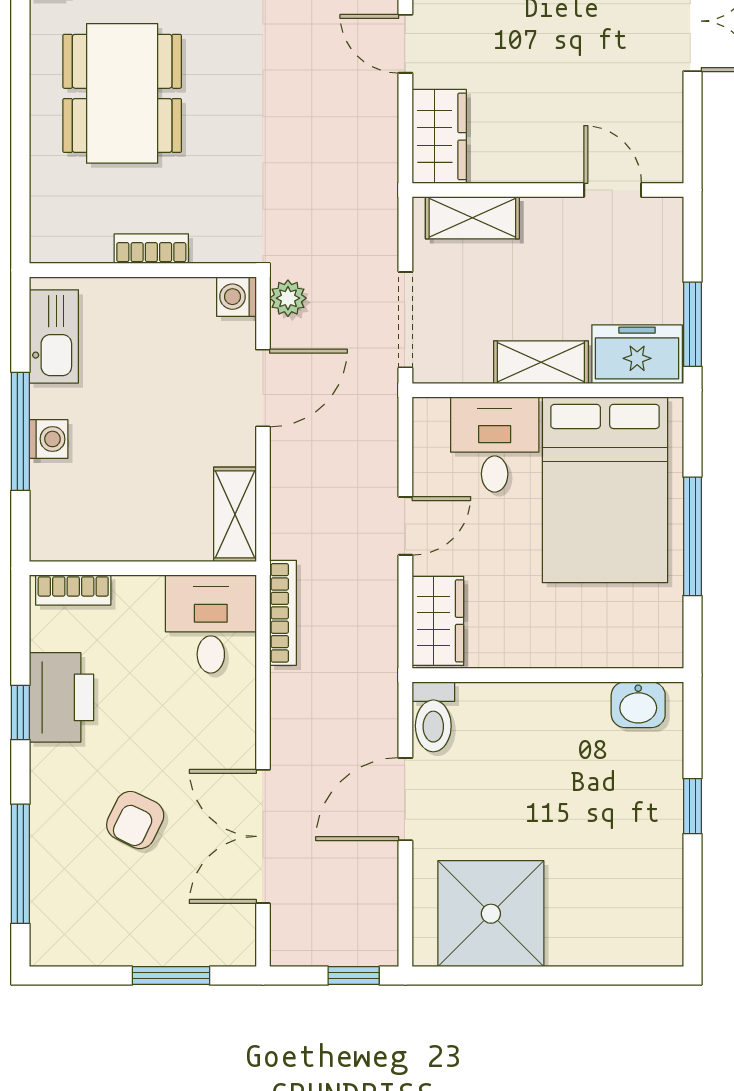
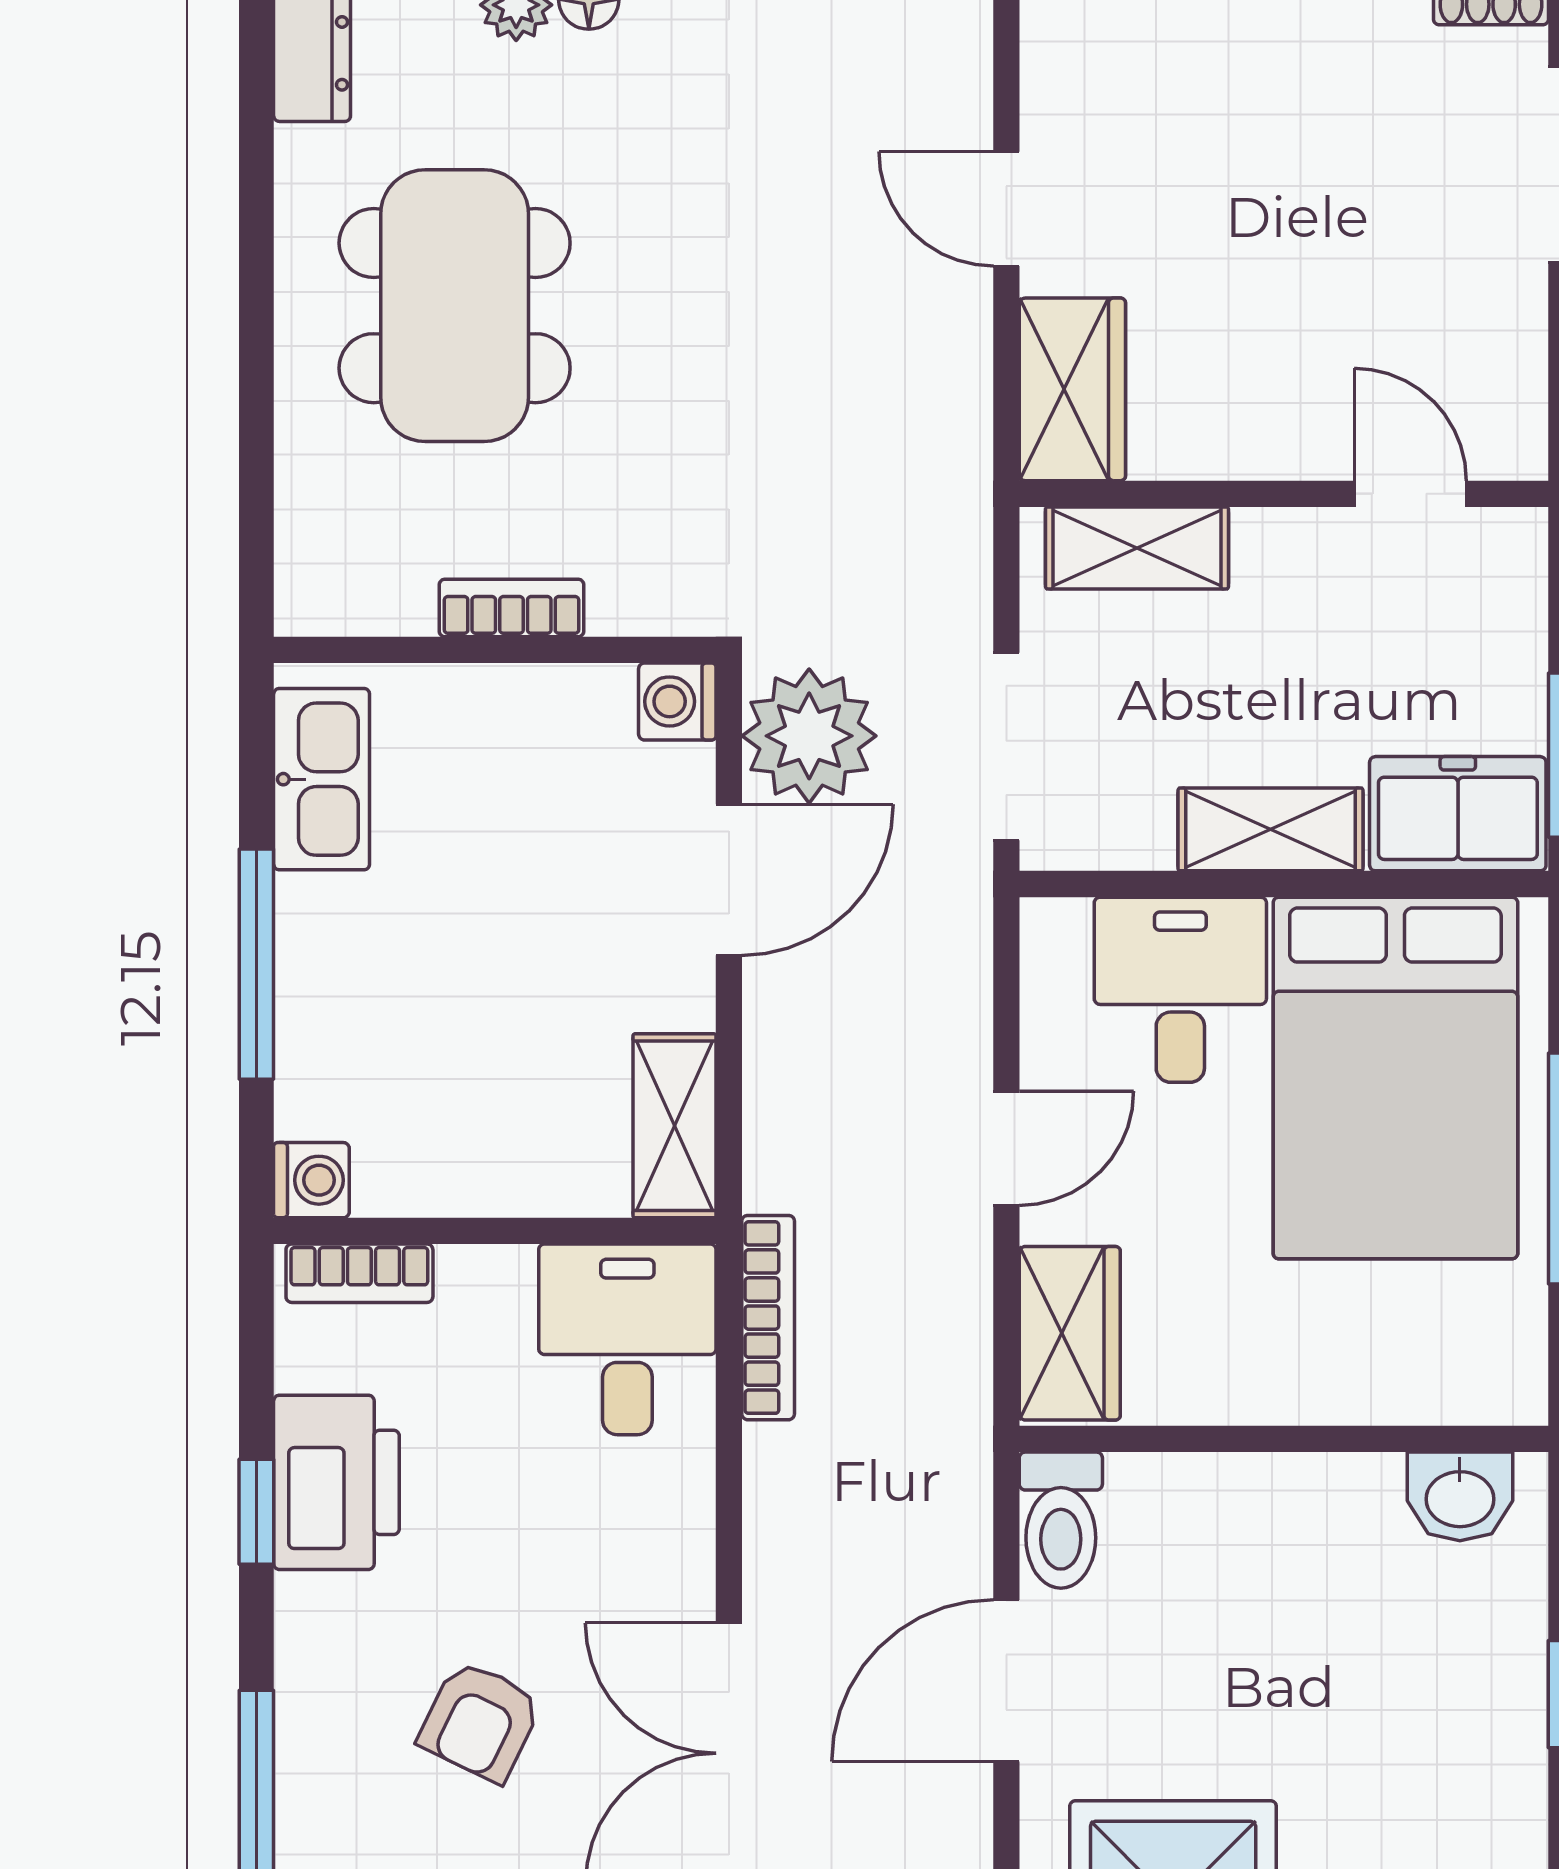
plant: (288, 298) -> (809, 736), width x1.88, depth x1.88
washing machine: (49, 439) -> (311, 1180), moved

